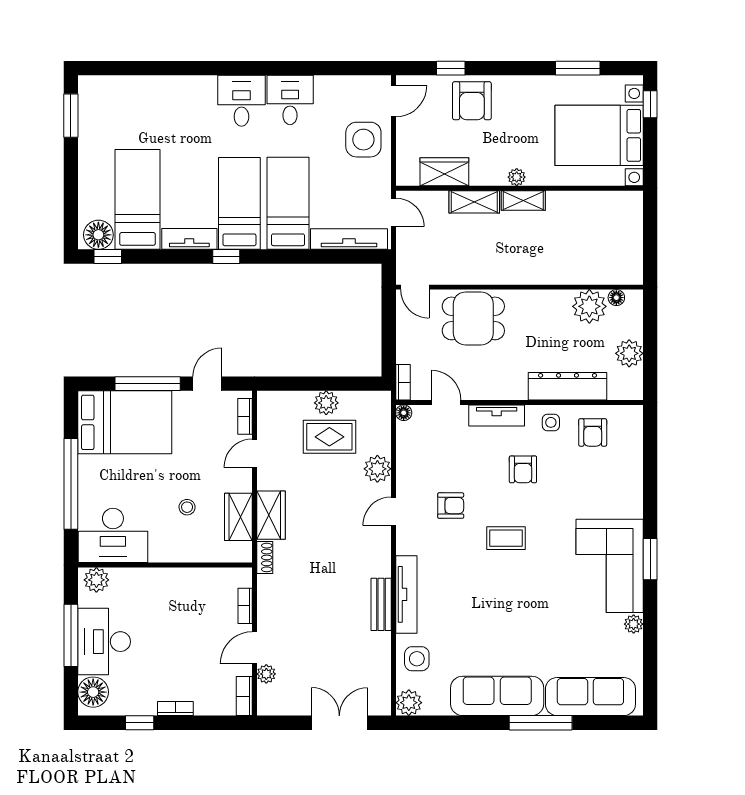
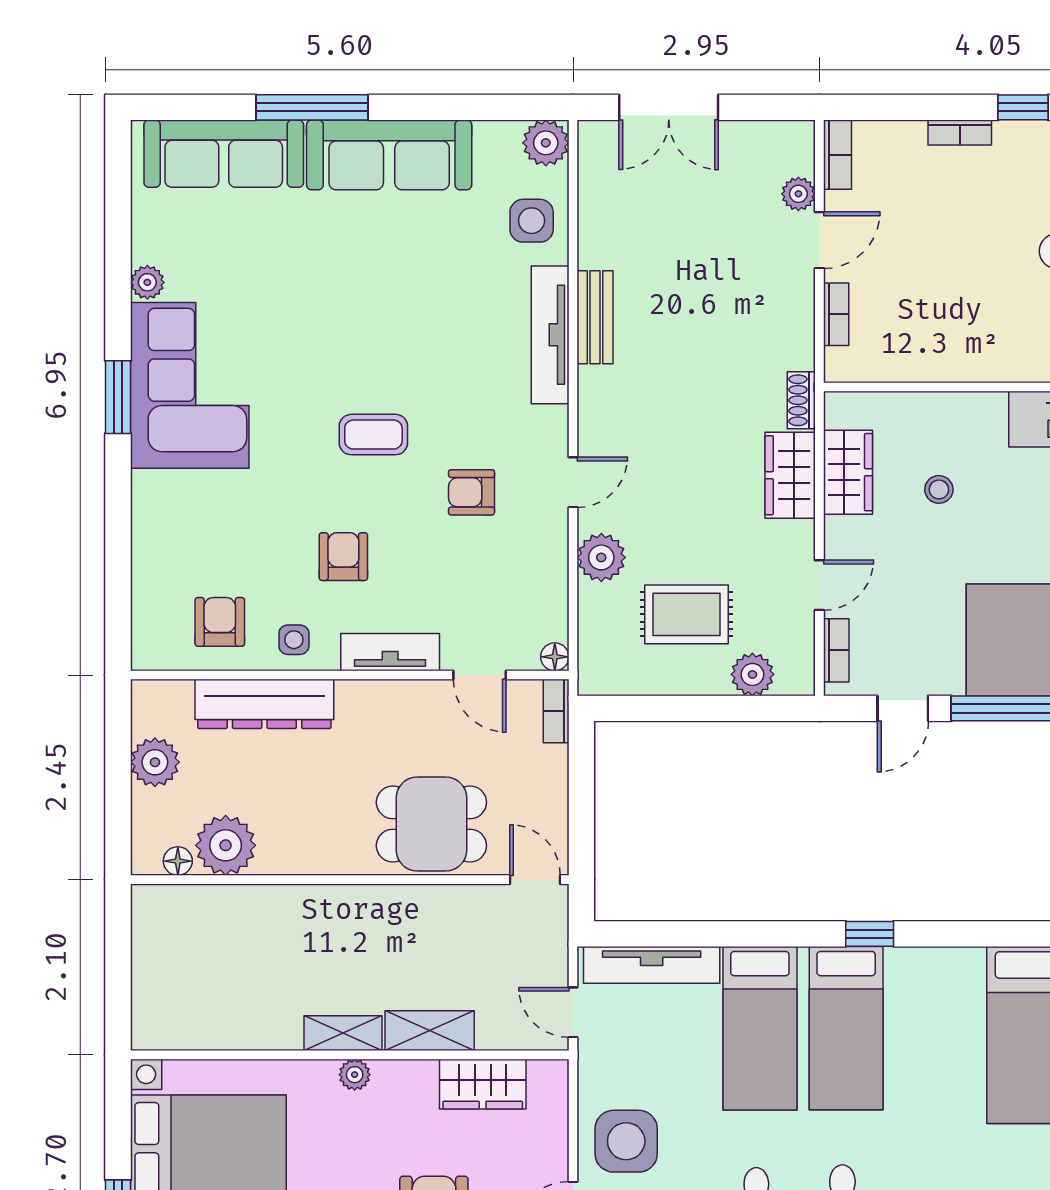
tv unit: (189, 239) -> (935, 965), removed
plant: (326, 403) -> (752, 674), moved

